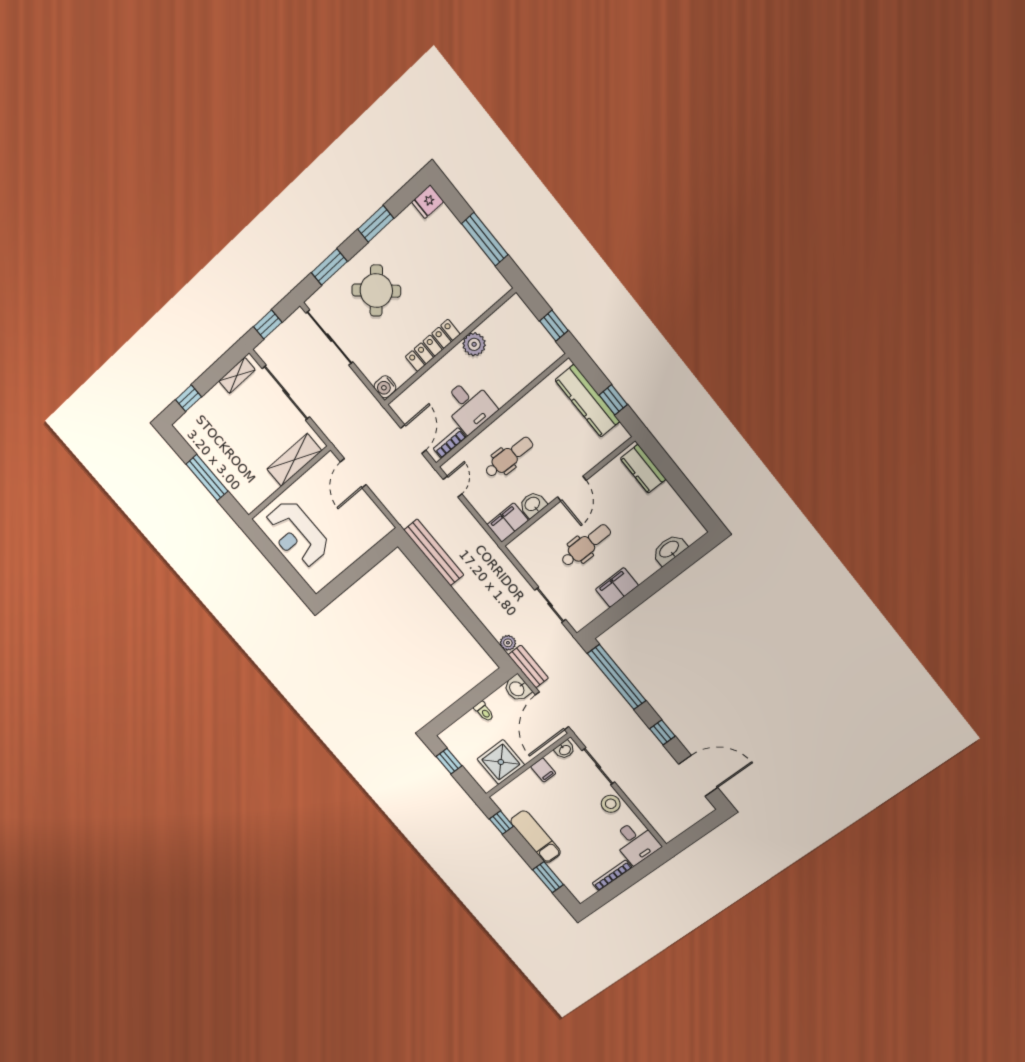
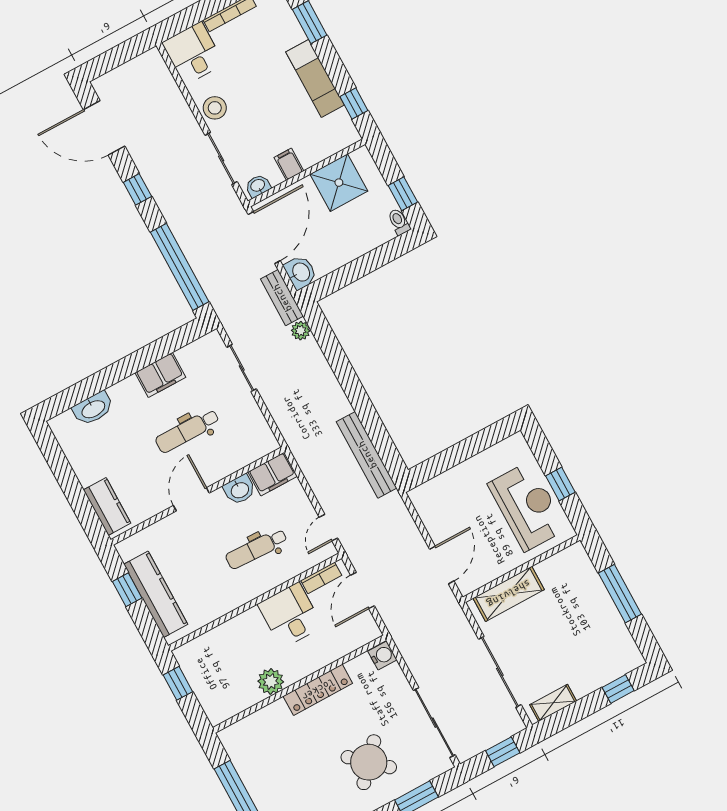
window: (275, 557) -> (560, 484), added
toilet: (484, 712) -> (399, 222), moved

